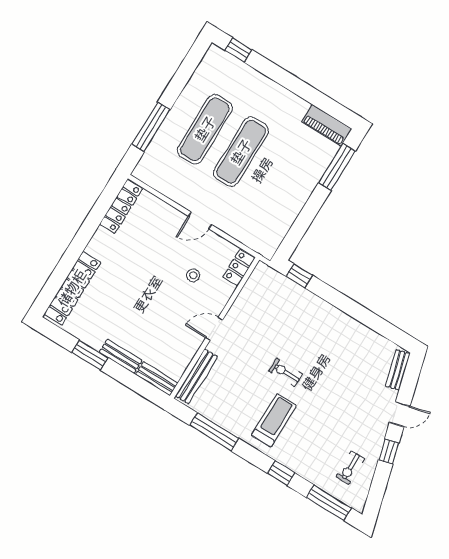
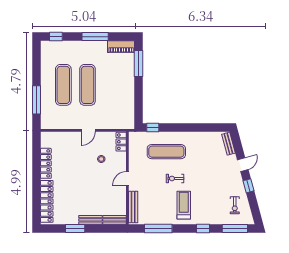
window: (297, 86) -> (95, 37), added
locker: (121, 206) -> (46, 163), moved
exercise mat: (297, 324) -> (166, 152), added

